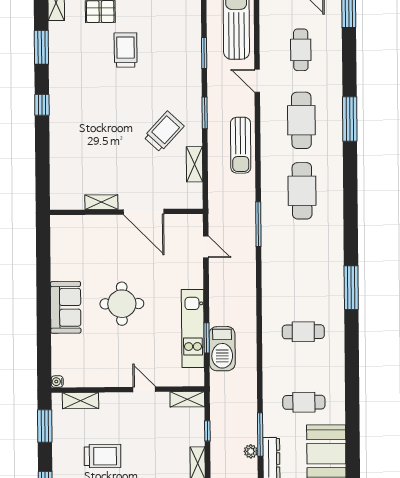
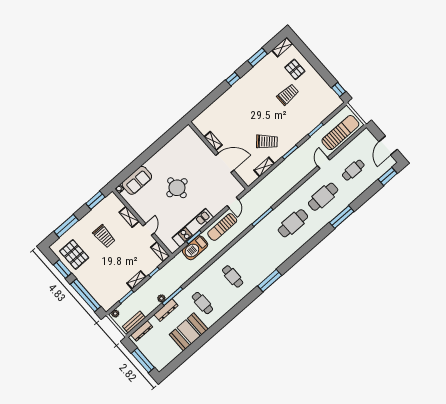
sun lounger: (241, 145) -> (222, 227), moved
door: (144, 212) -> (225, 163), swing flipped
sofa: (66, 307) -> (137, 180), moved
shelving: (80, 401) -> (129, 217), moved

